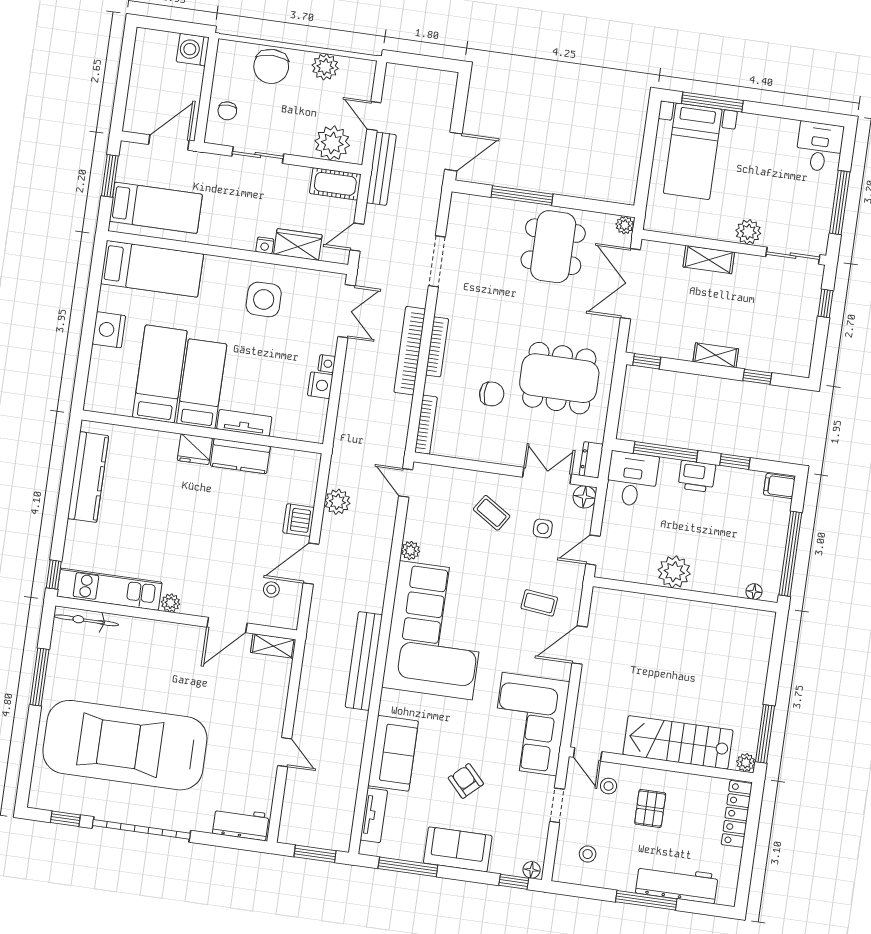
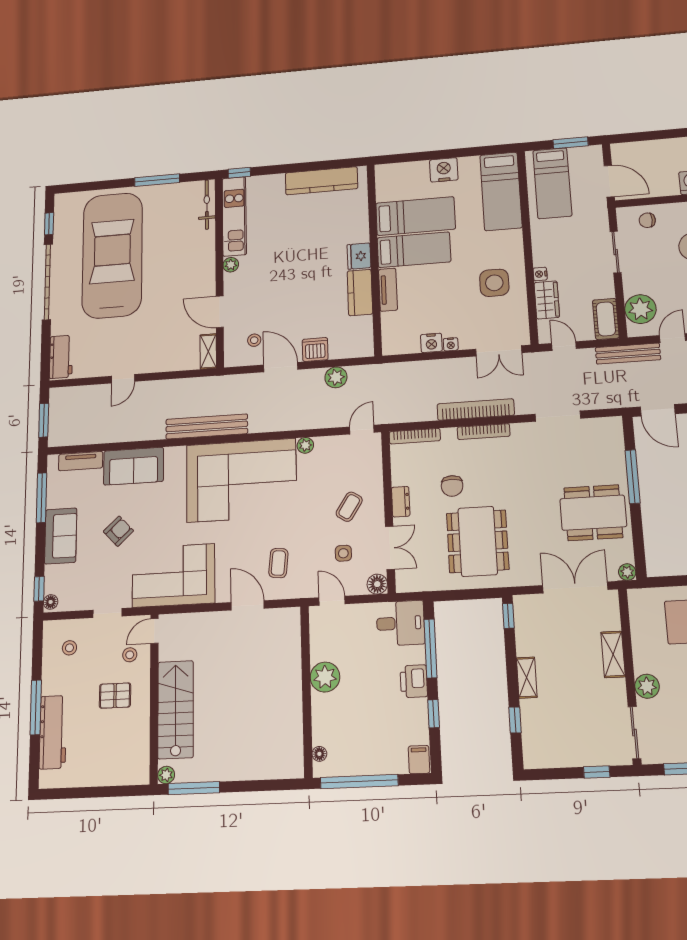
dresser: (591, 460) -> (401, 502), moved, turned 90
locker: (737, 814) -> (120, 775), removed

